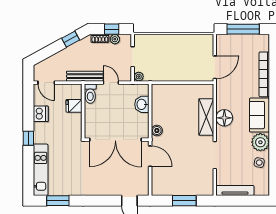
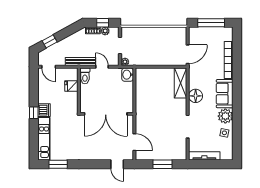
window: (71, 39) -> (50, 41), moved
washbasin: (142, 104) -> (128, 75), moved
dishwasher: (41, 114) -> (44, 110), moved
shelving: (206, 117) -> (181, 83), moved
boiler: (157, 130) -> (140, 106), removed
door: (150, 156) -> (134, 142), moved

